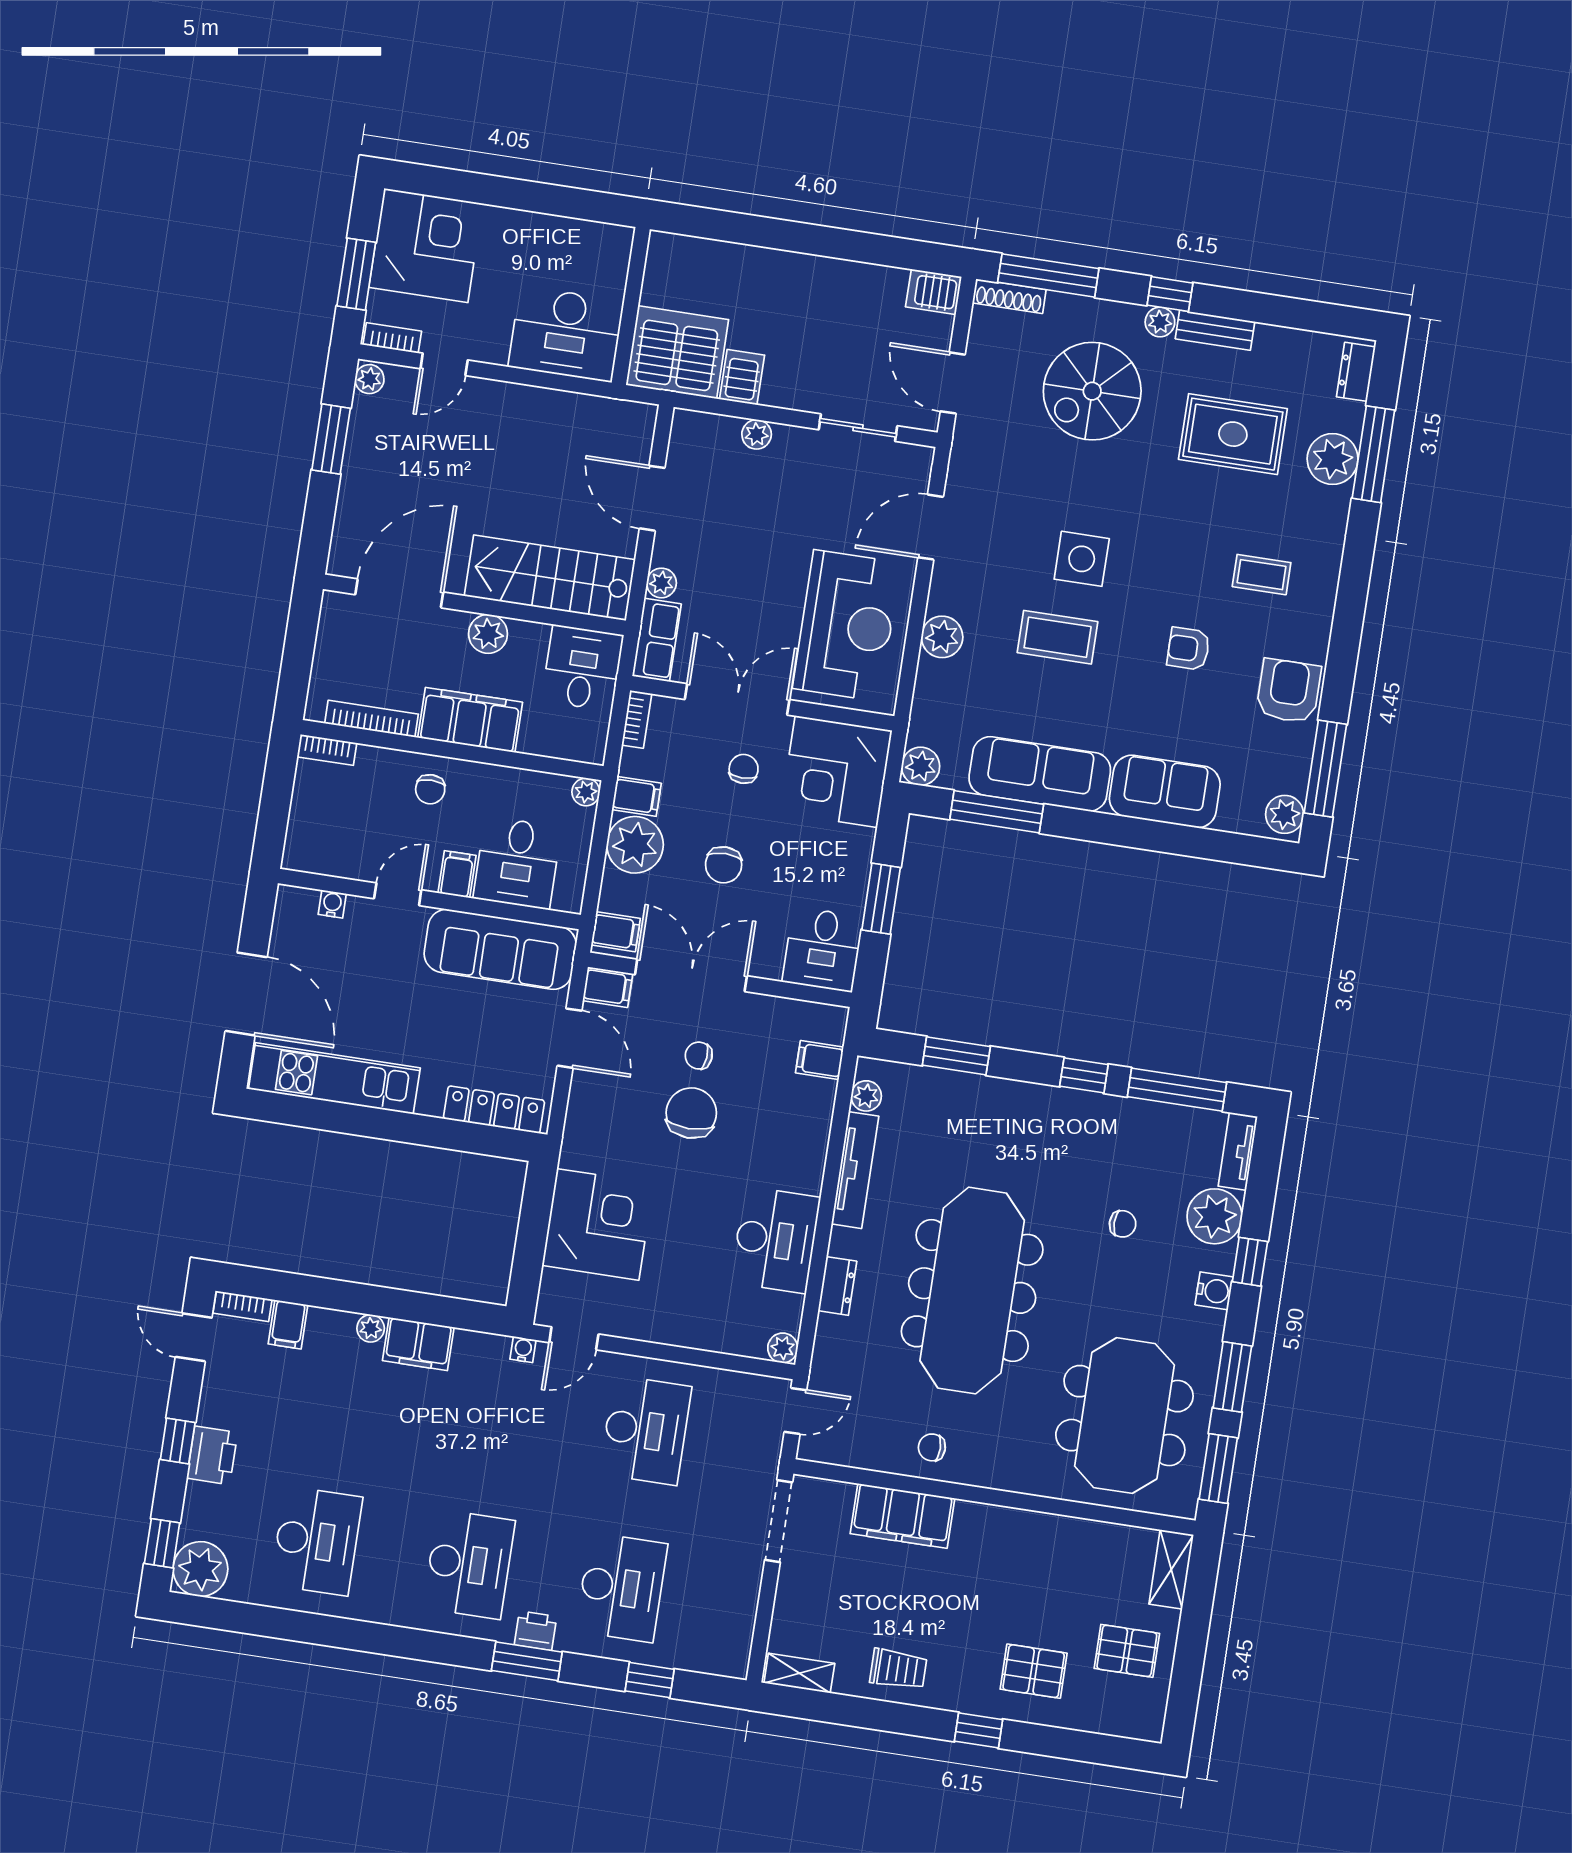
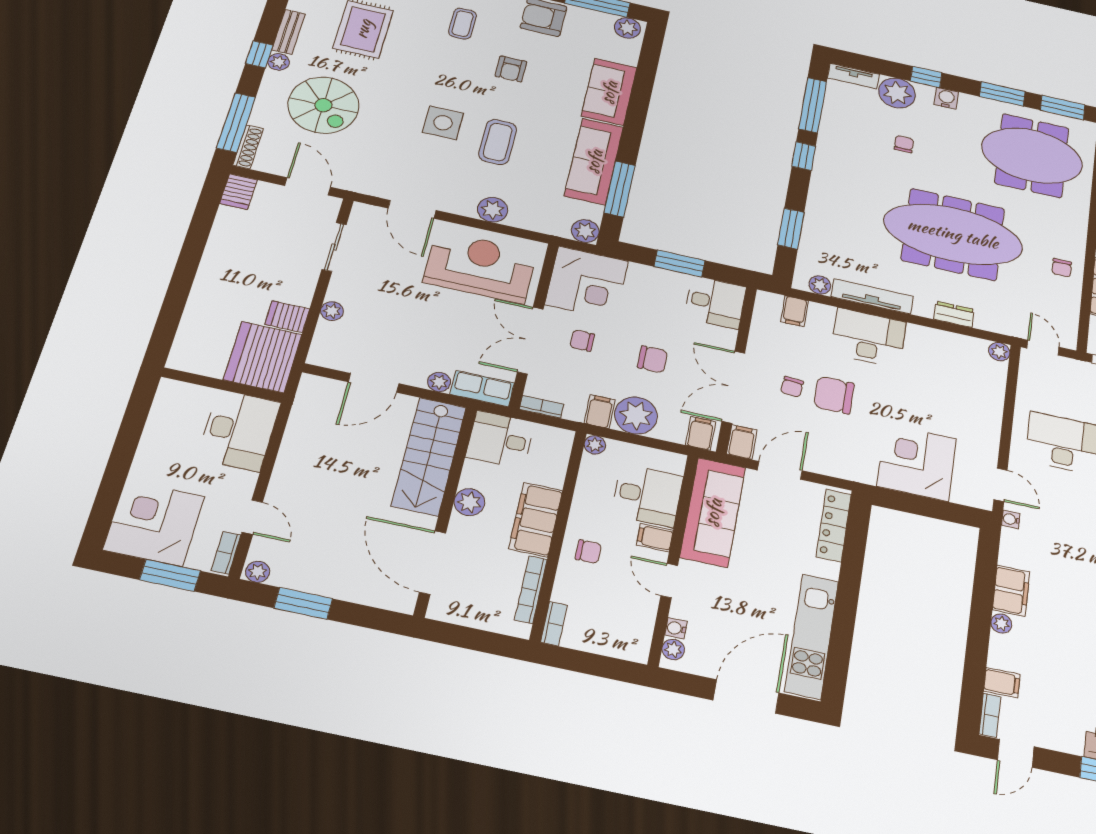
door: (953, 383) -> (308, 186), swing flipped
plant: (303, 901) -> (673, 649), added
desk: (775, 1240) -> (868, 338), moved

